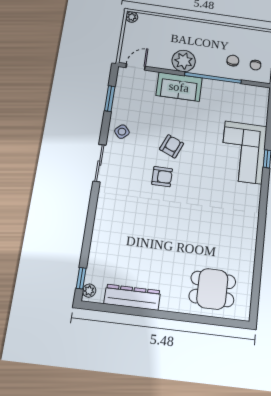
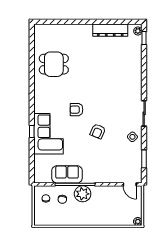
plant: (184, 61) -> (83, 194), moved
door: (136, 67) -> (130, 184), hinge flipped
sofa: (179, 87) -> (67, 174), moved
armchair: (162, 177) -> (77, 110), moved
dining table: (212, 289) -> (54, 64), moved

